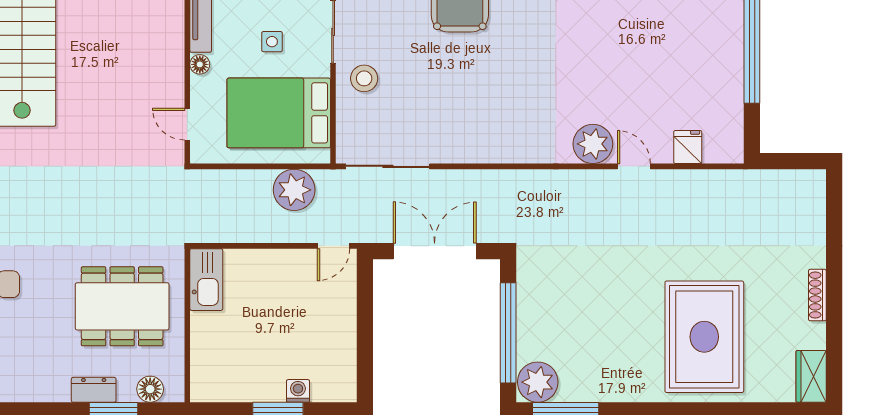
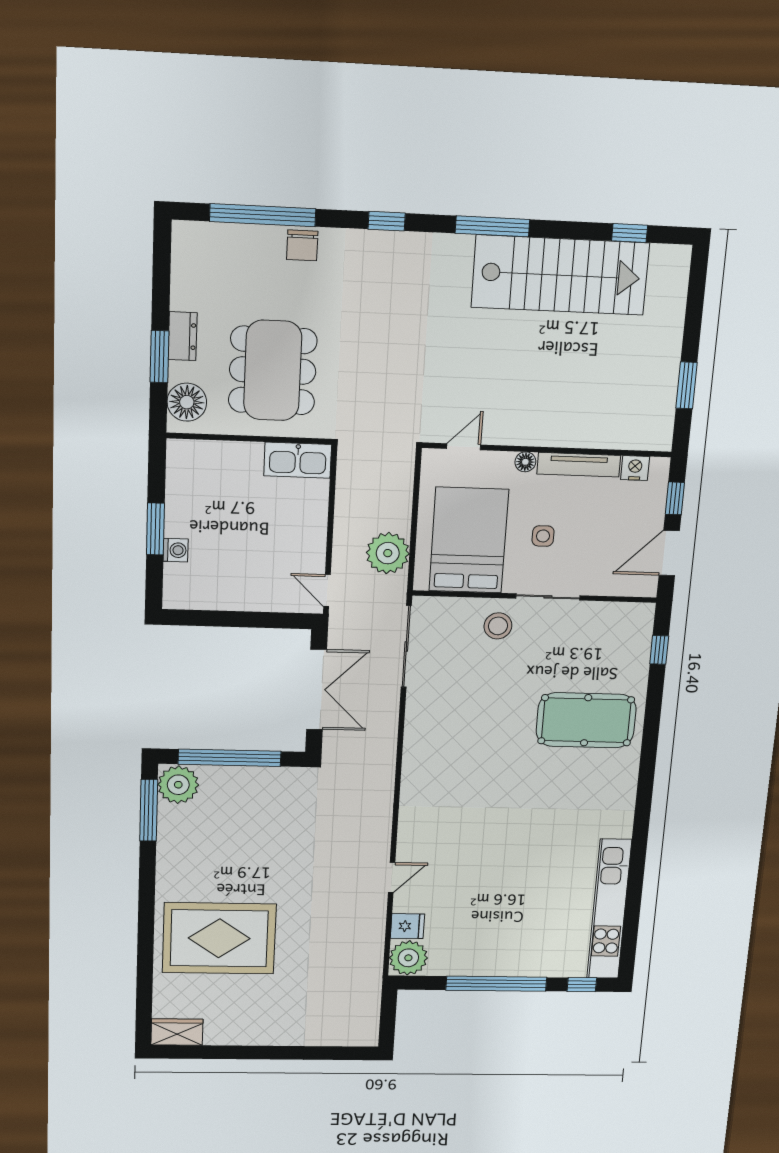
plant: (593, 144) -> (408, 958), moved
shoe rack: (817, 295) -> (256, 1038), removed
floor lamp: (150, 389) -> (187, 402), width x1.38, depth x1.38

